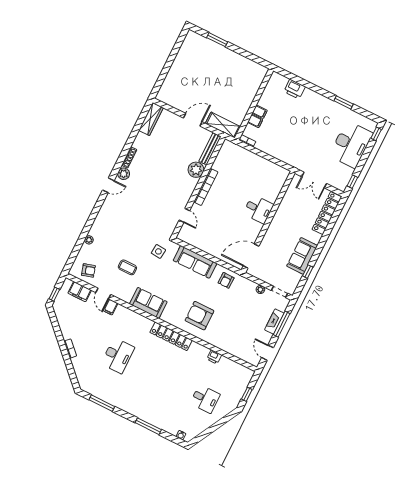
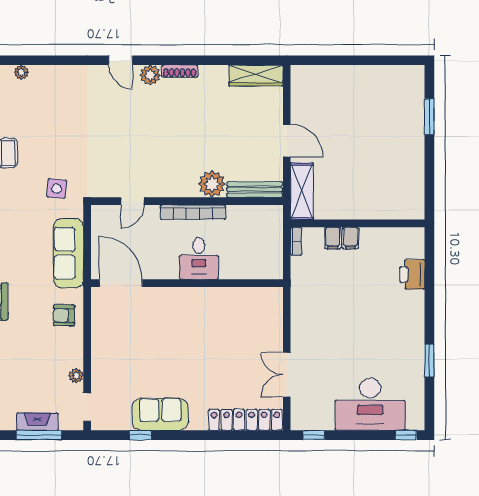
desk: (258, 209) -> (199, 259), moved
wall: (268, 222) -> (187, 283), moved
door: (251, 256) -> (121, 283), moved

